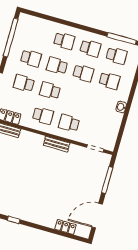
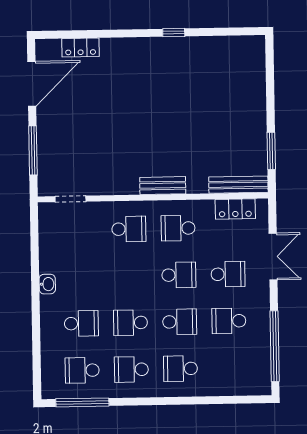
school desk: (109, 81) -> (81, 323), turned 180
bench: (57, 144) -> (163, 186), moved

